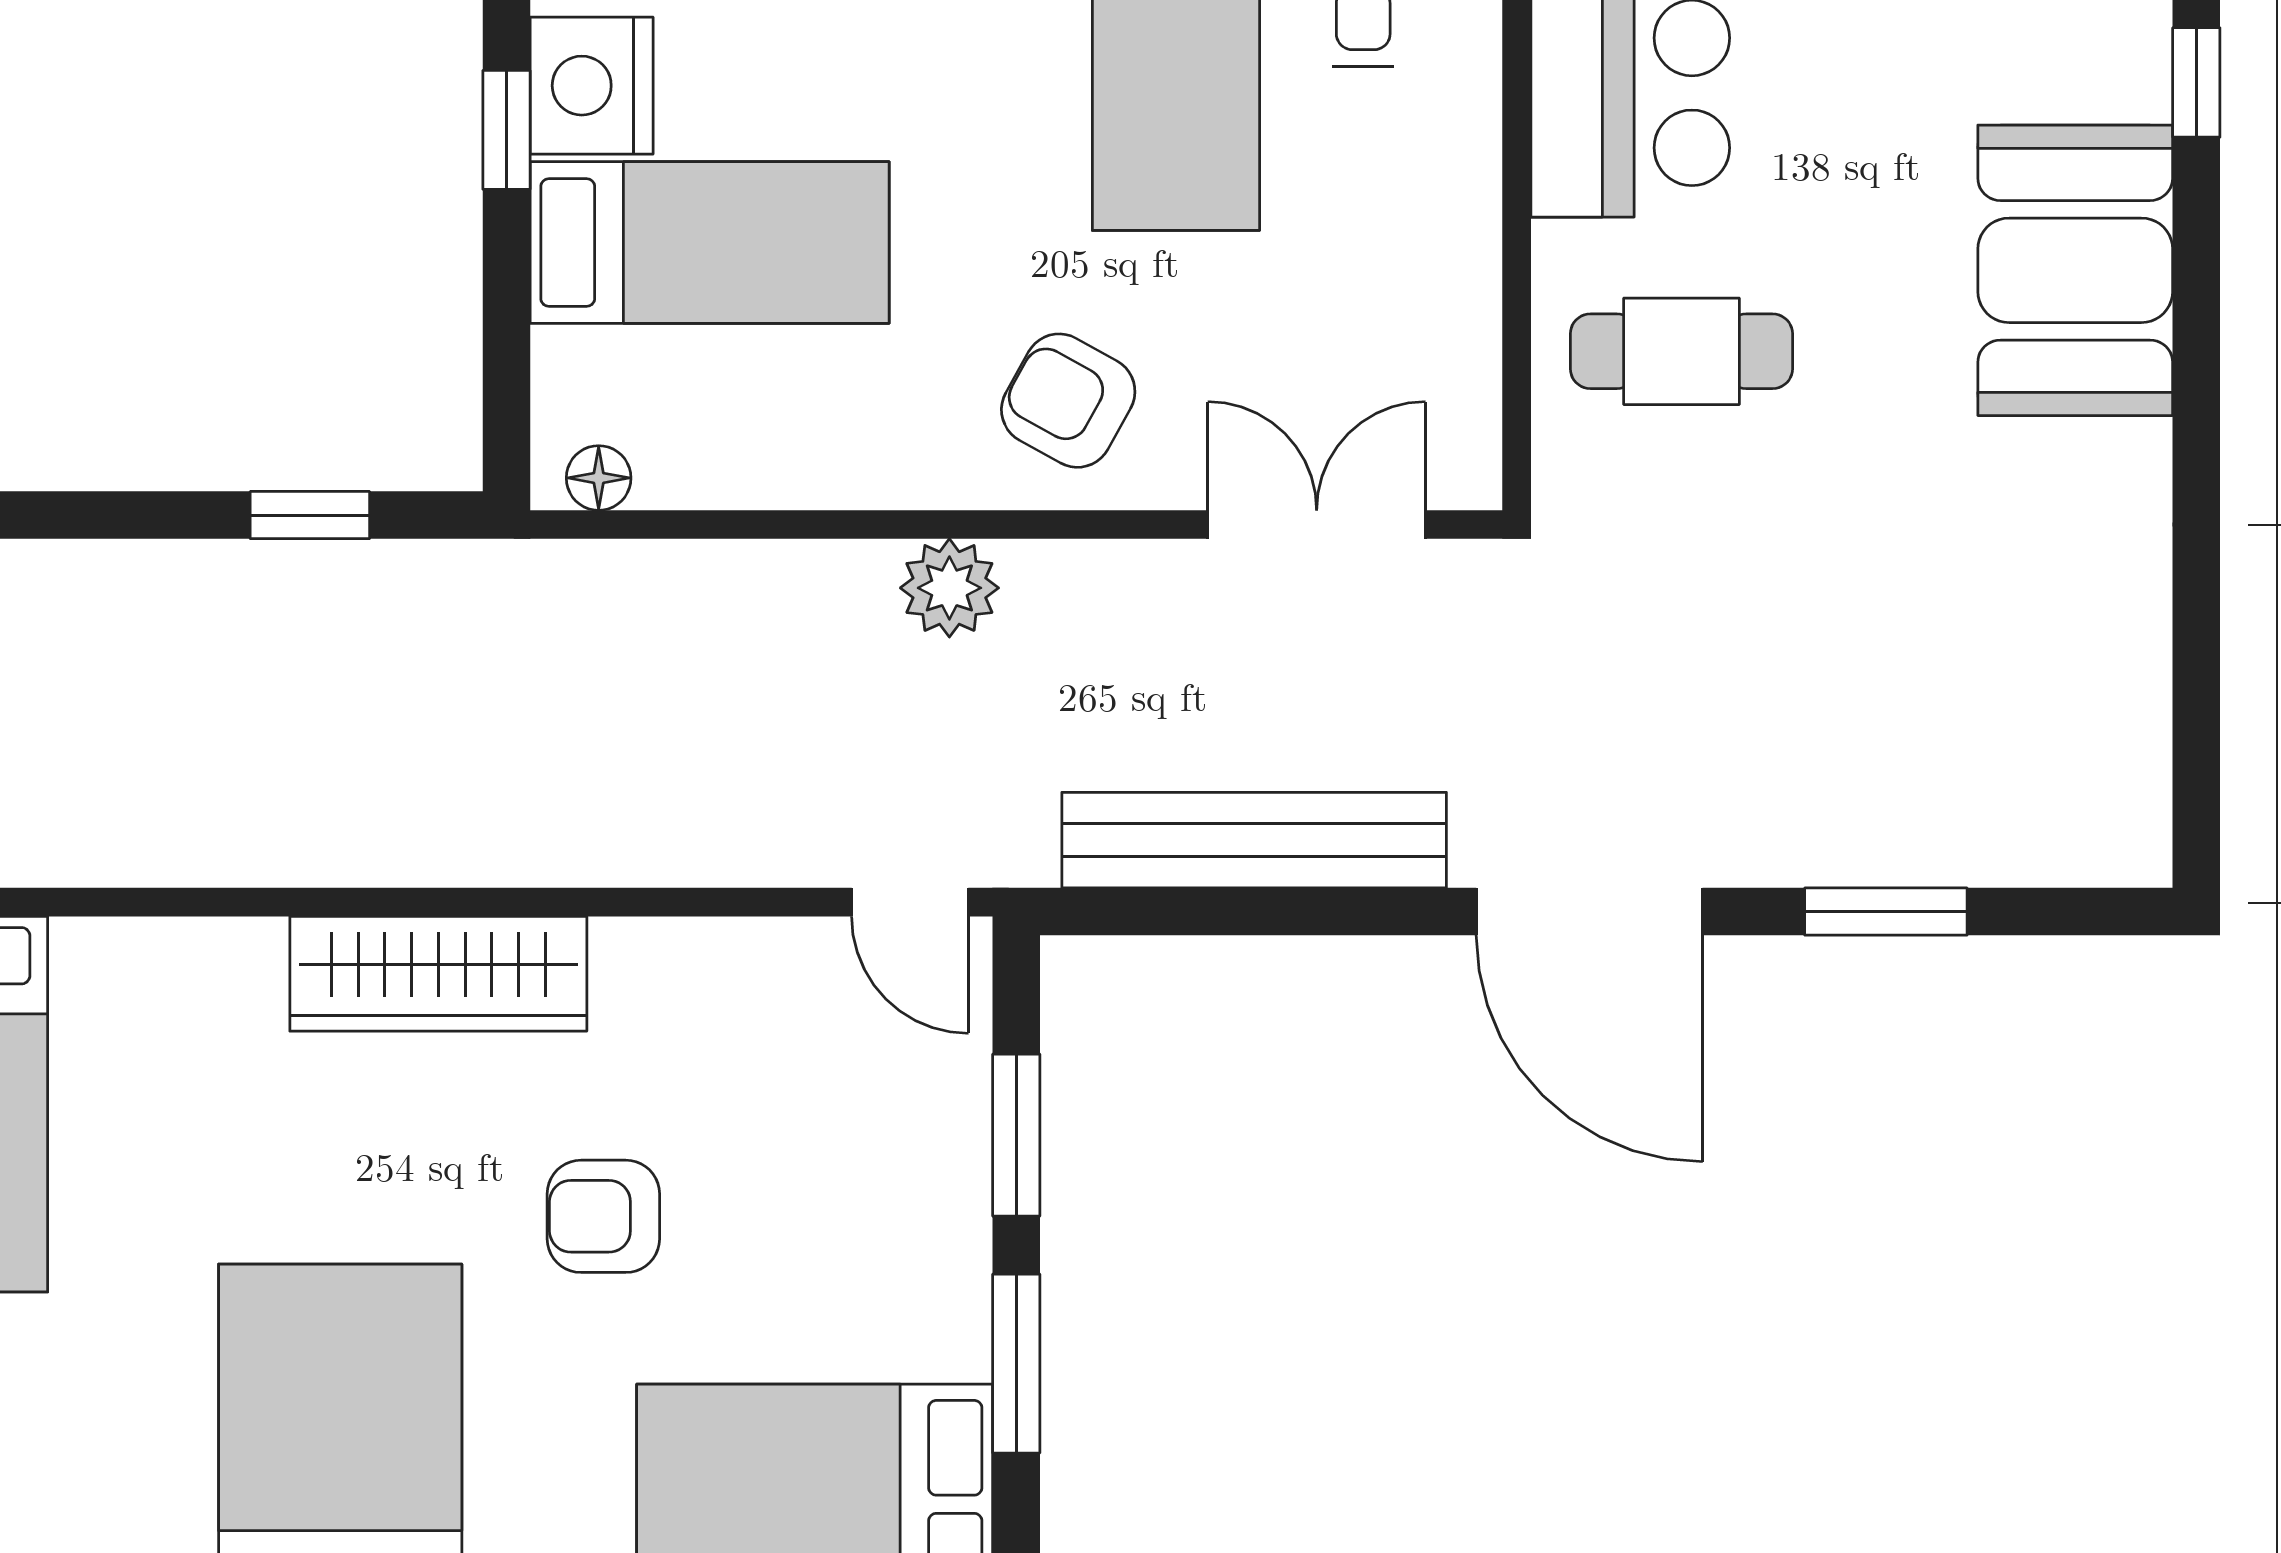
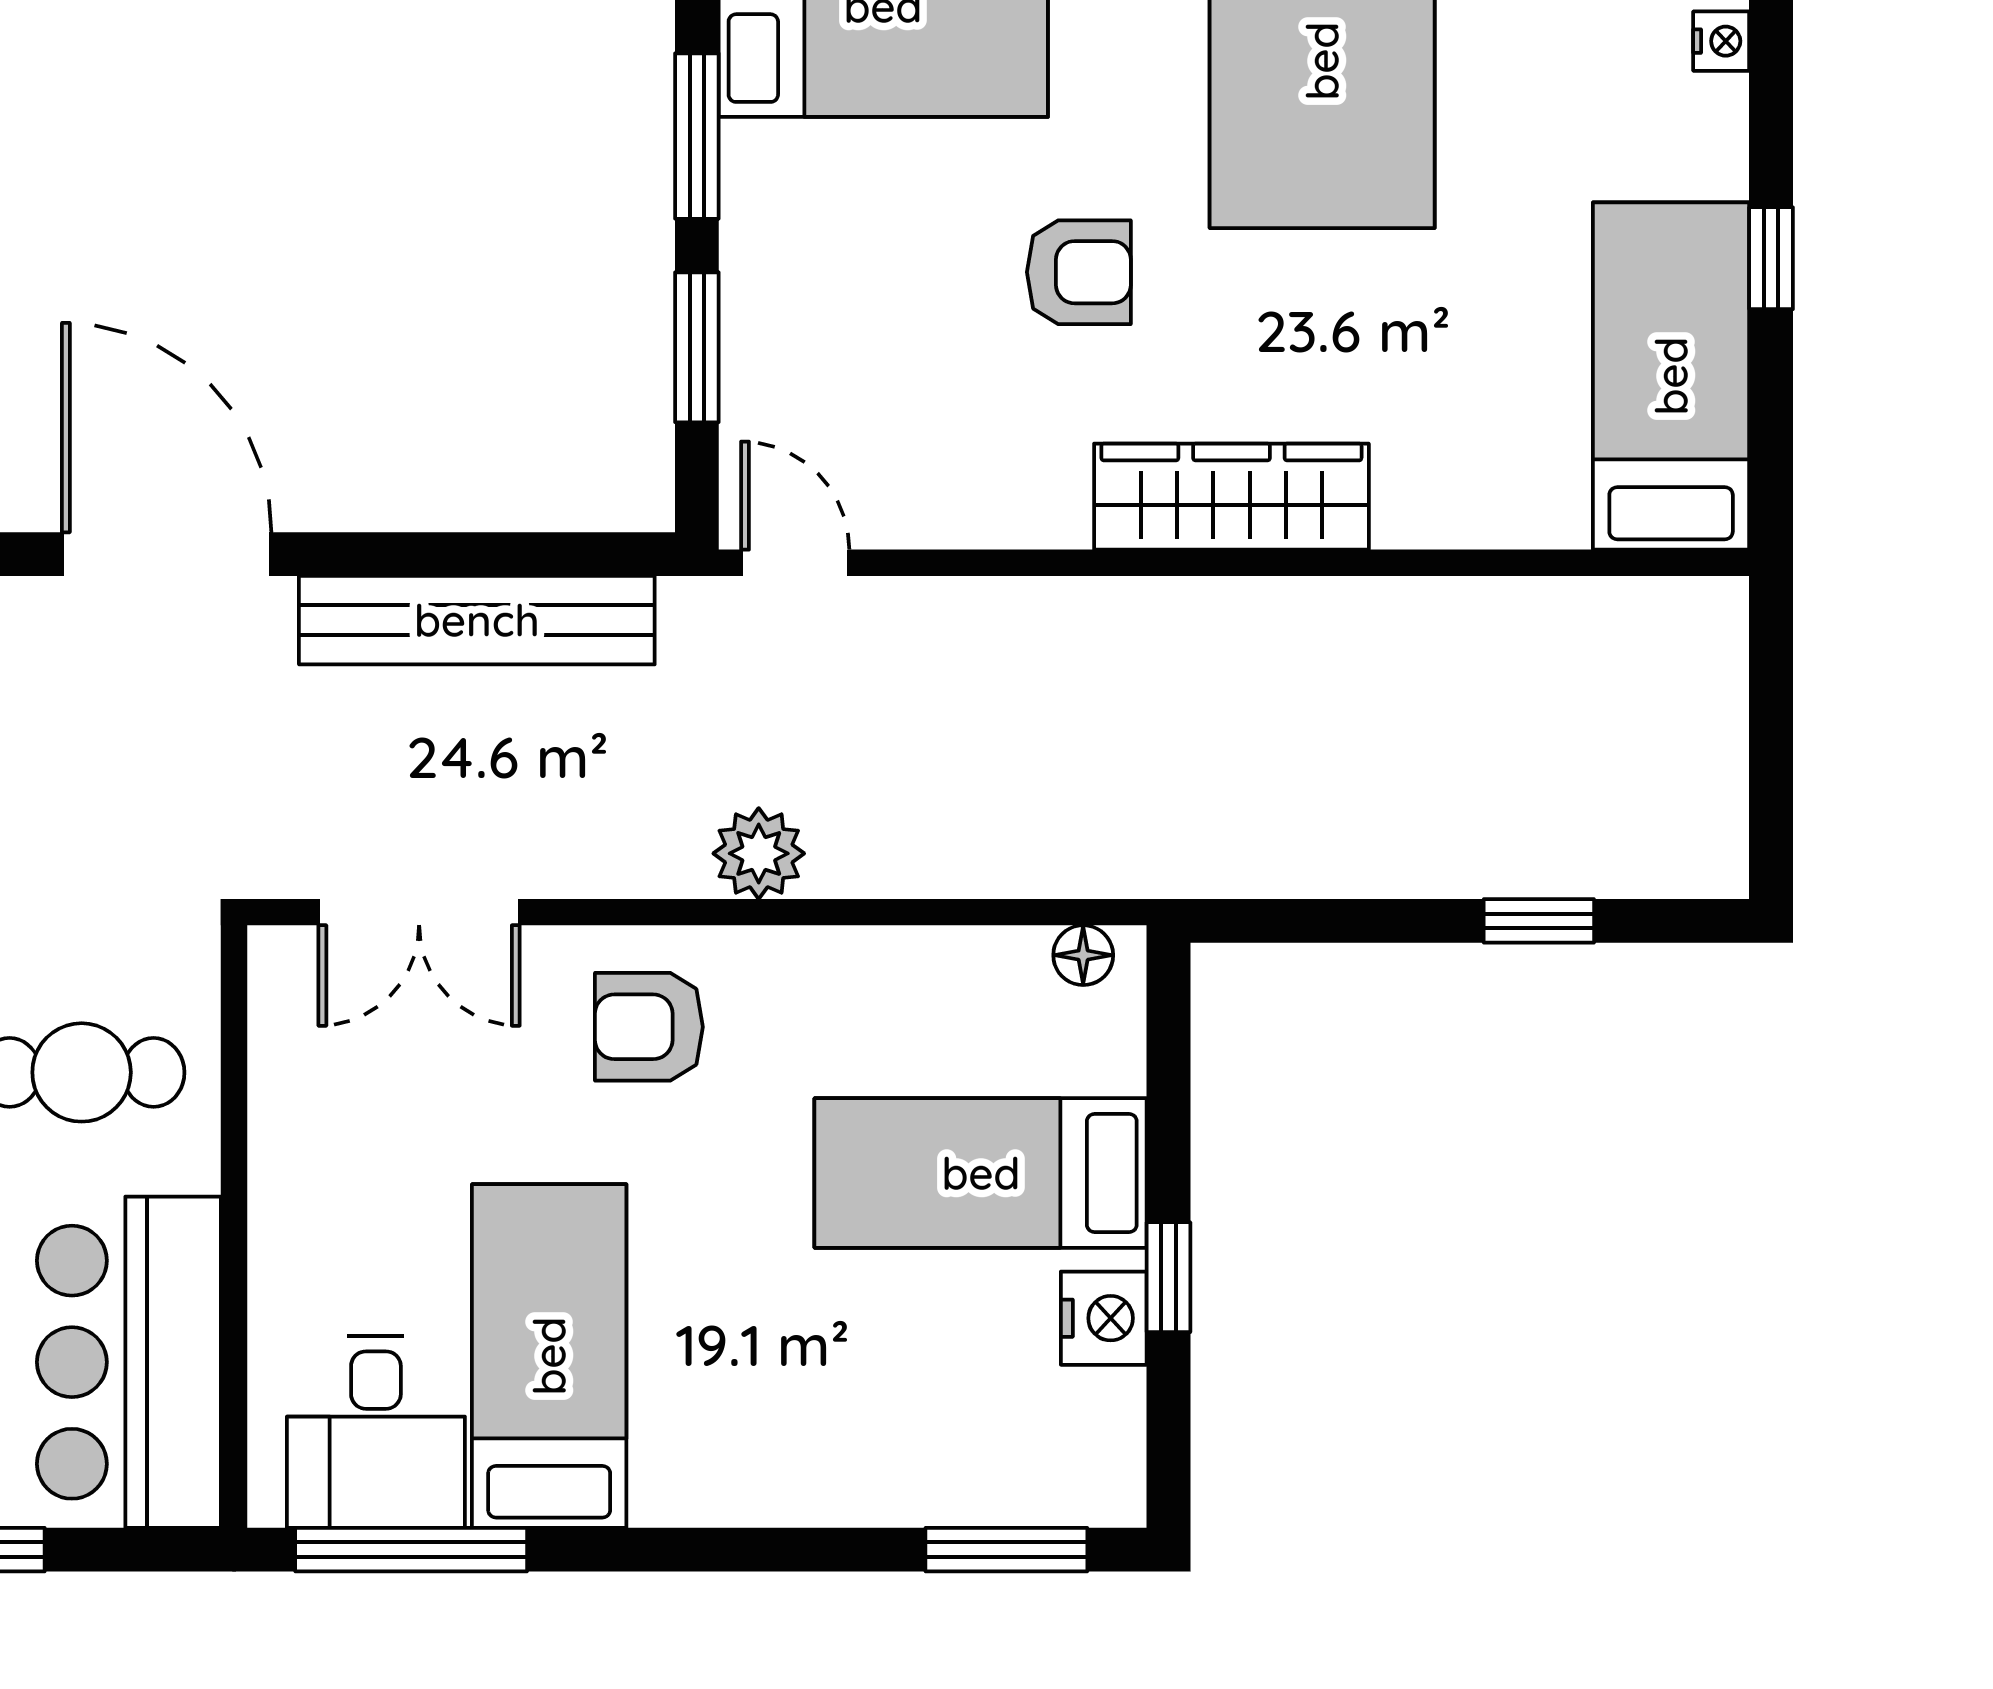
nightstand: (592, 86) -> (1104, 1318), width x0.74, depth x0.75
armchair: (1068, 401) -> (649, 1027), turned 151
window: (310, 515) -> (1539, 921), moved

